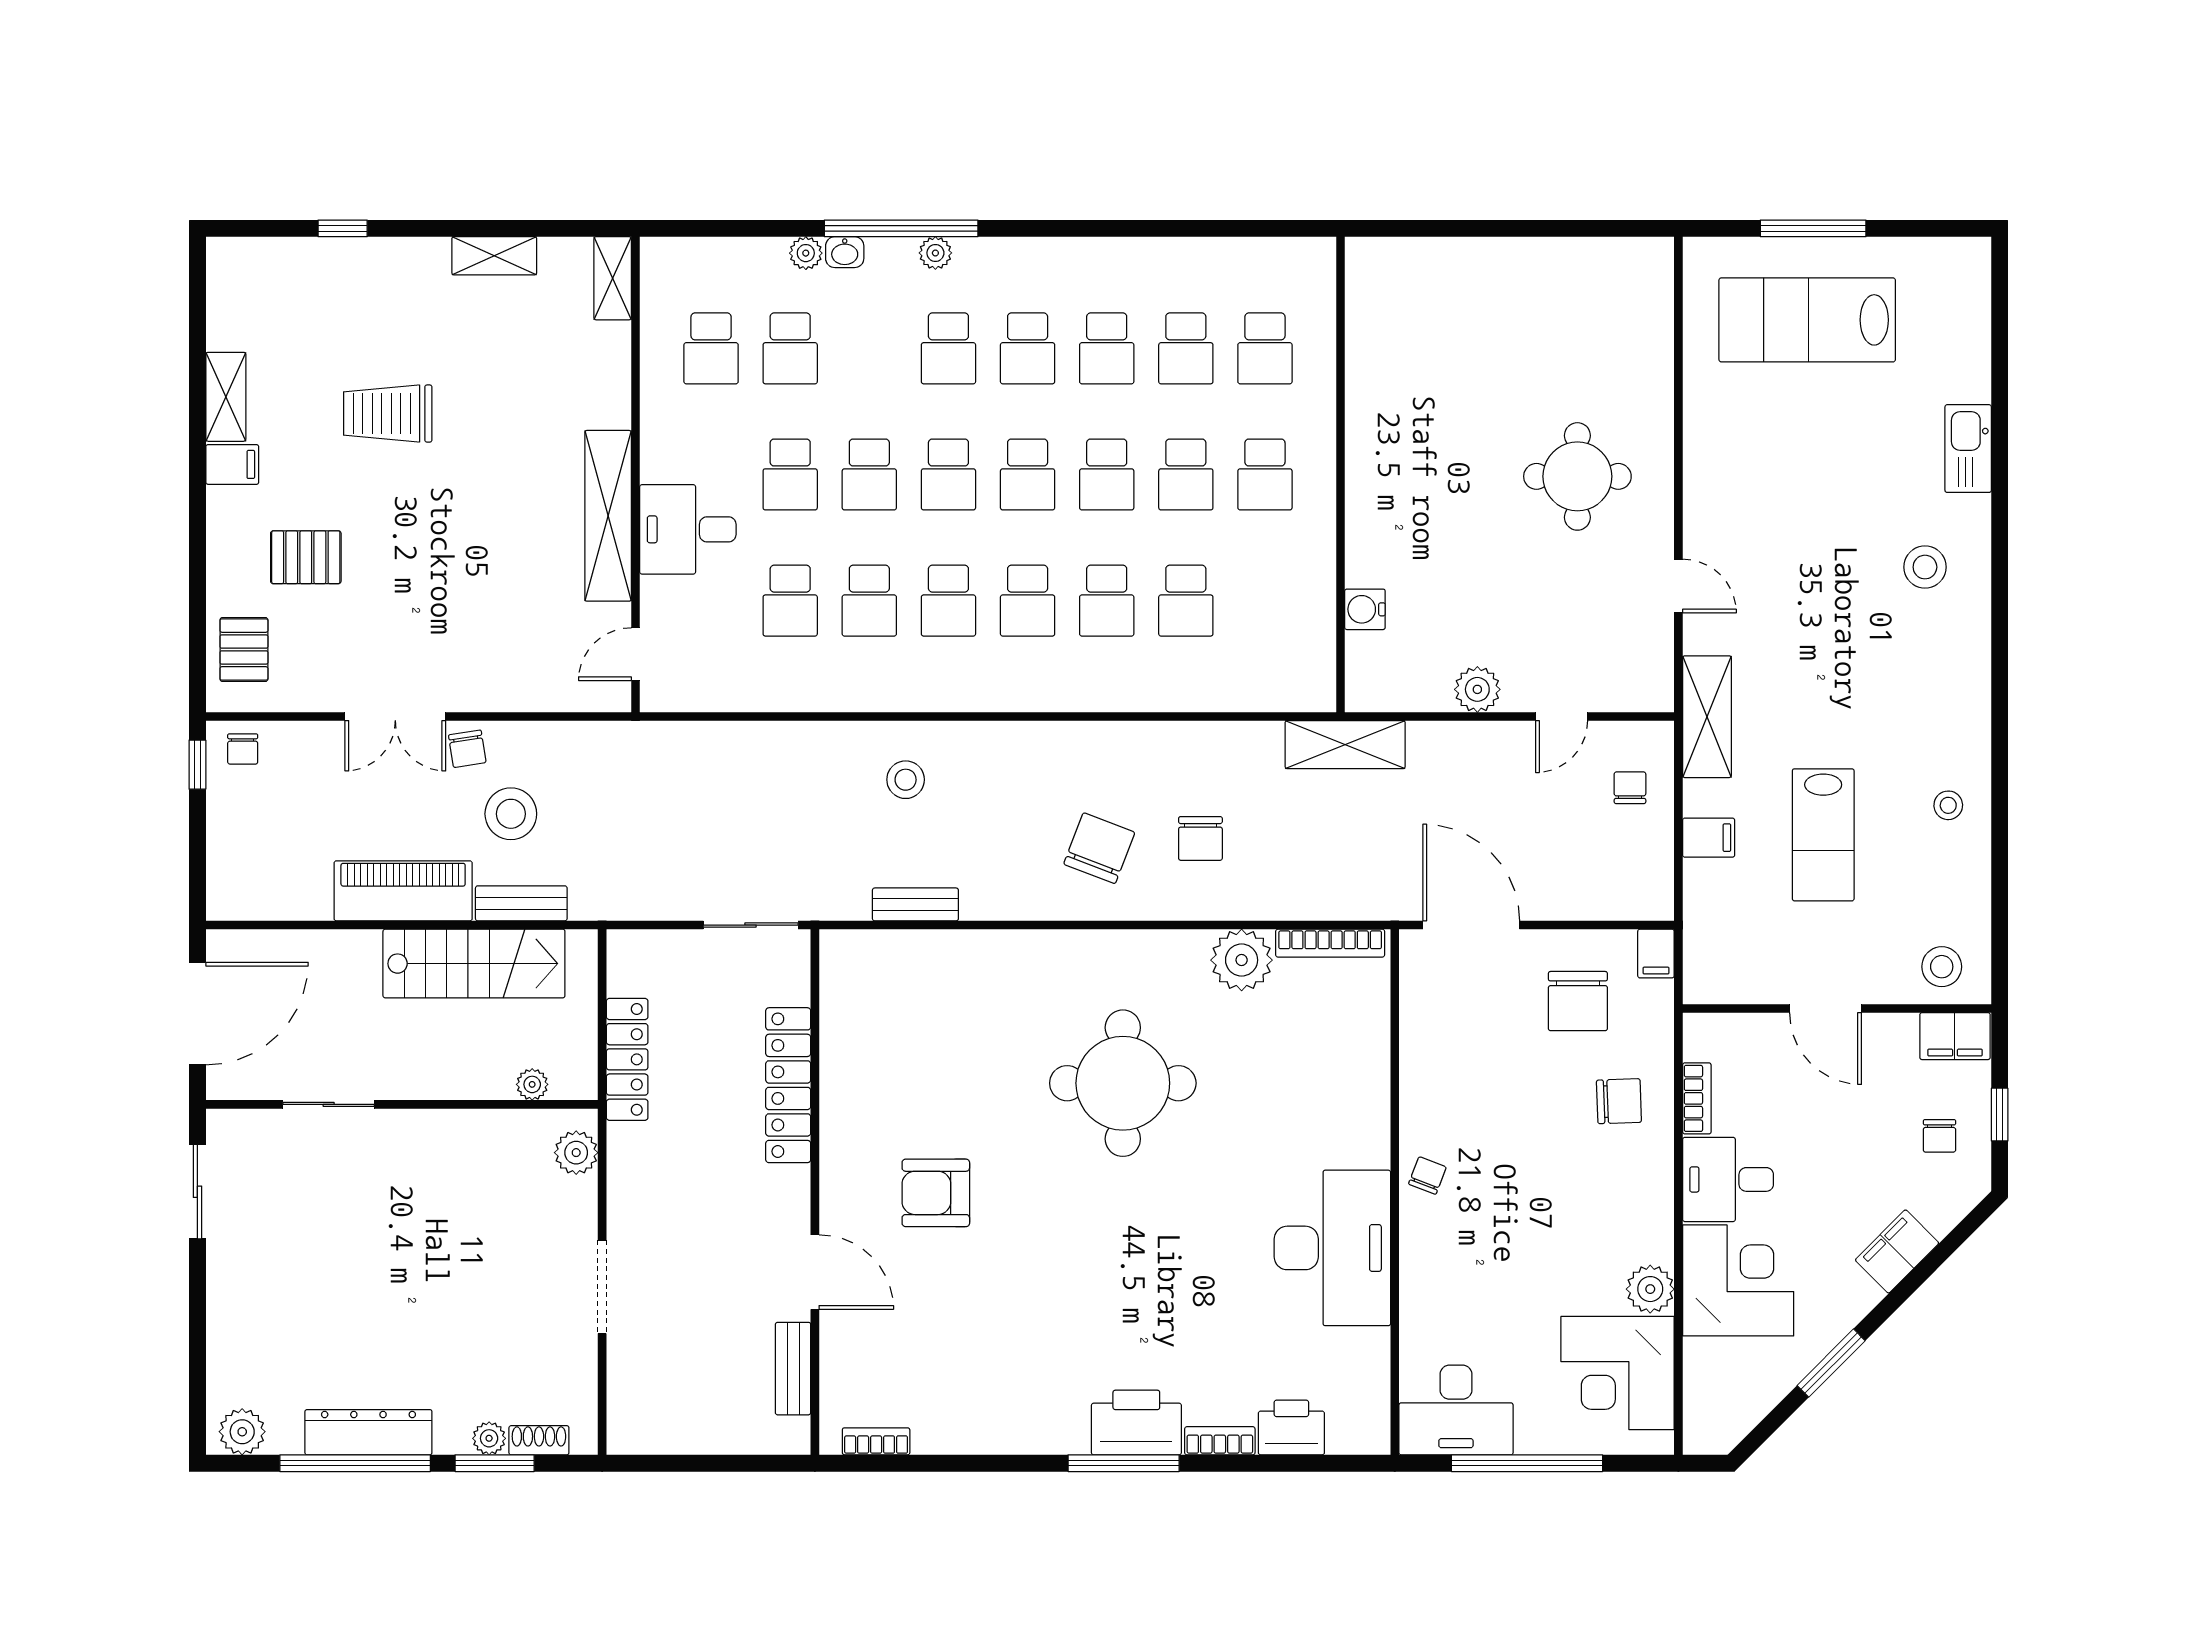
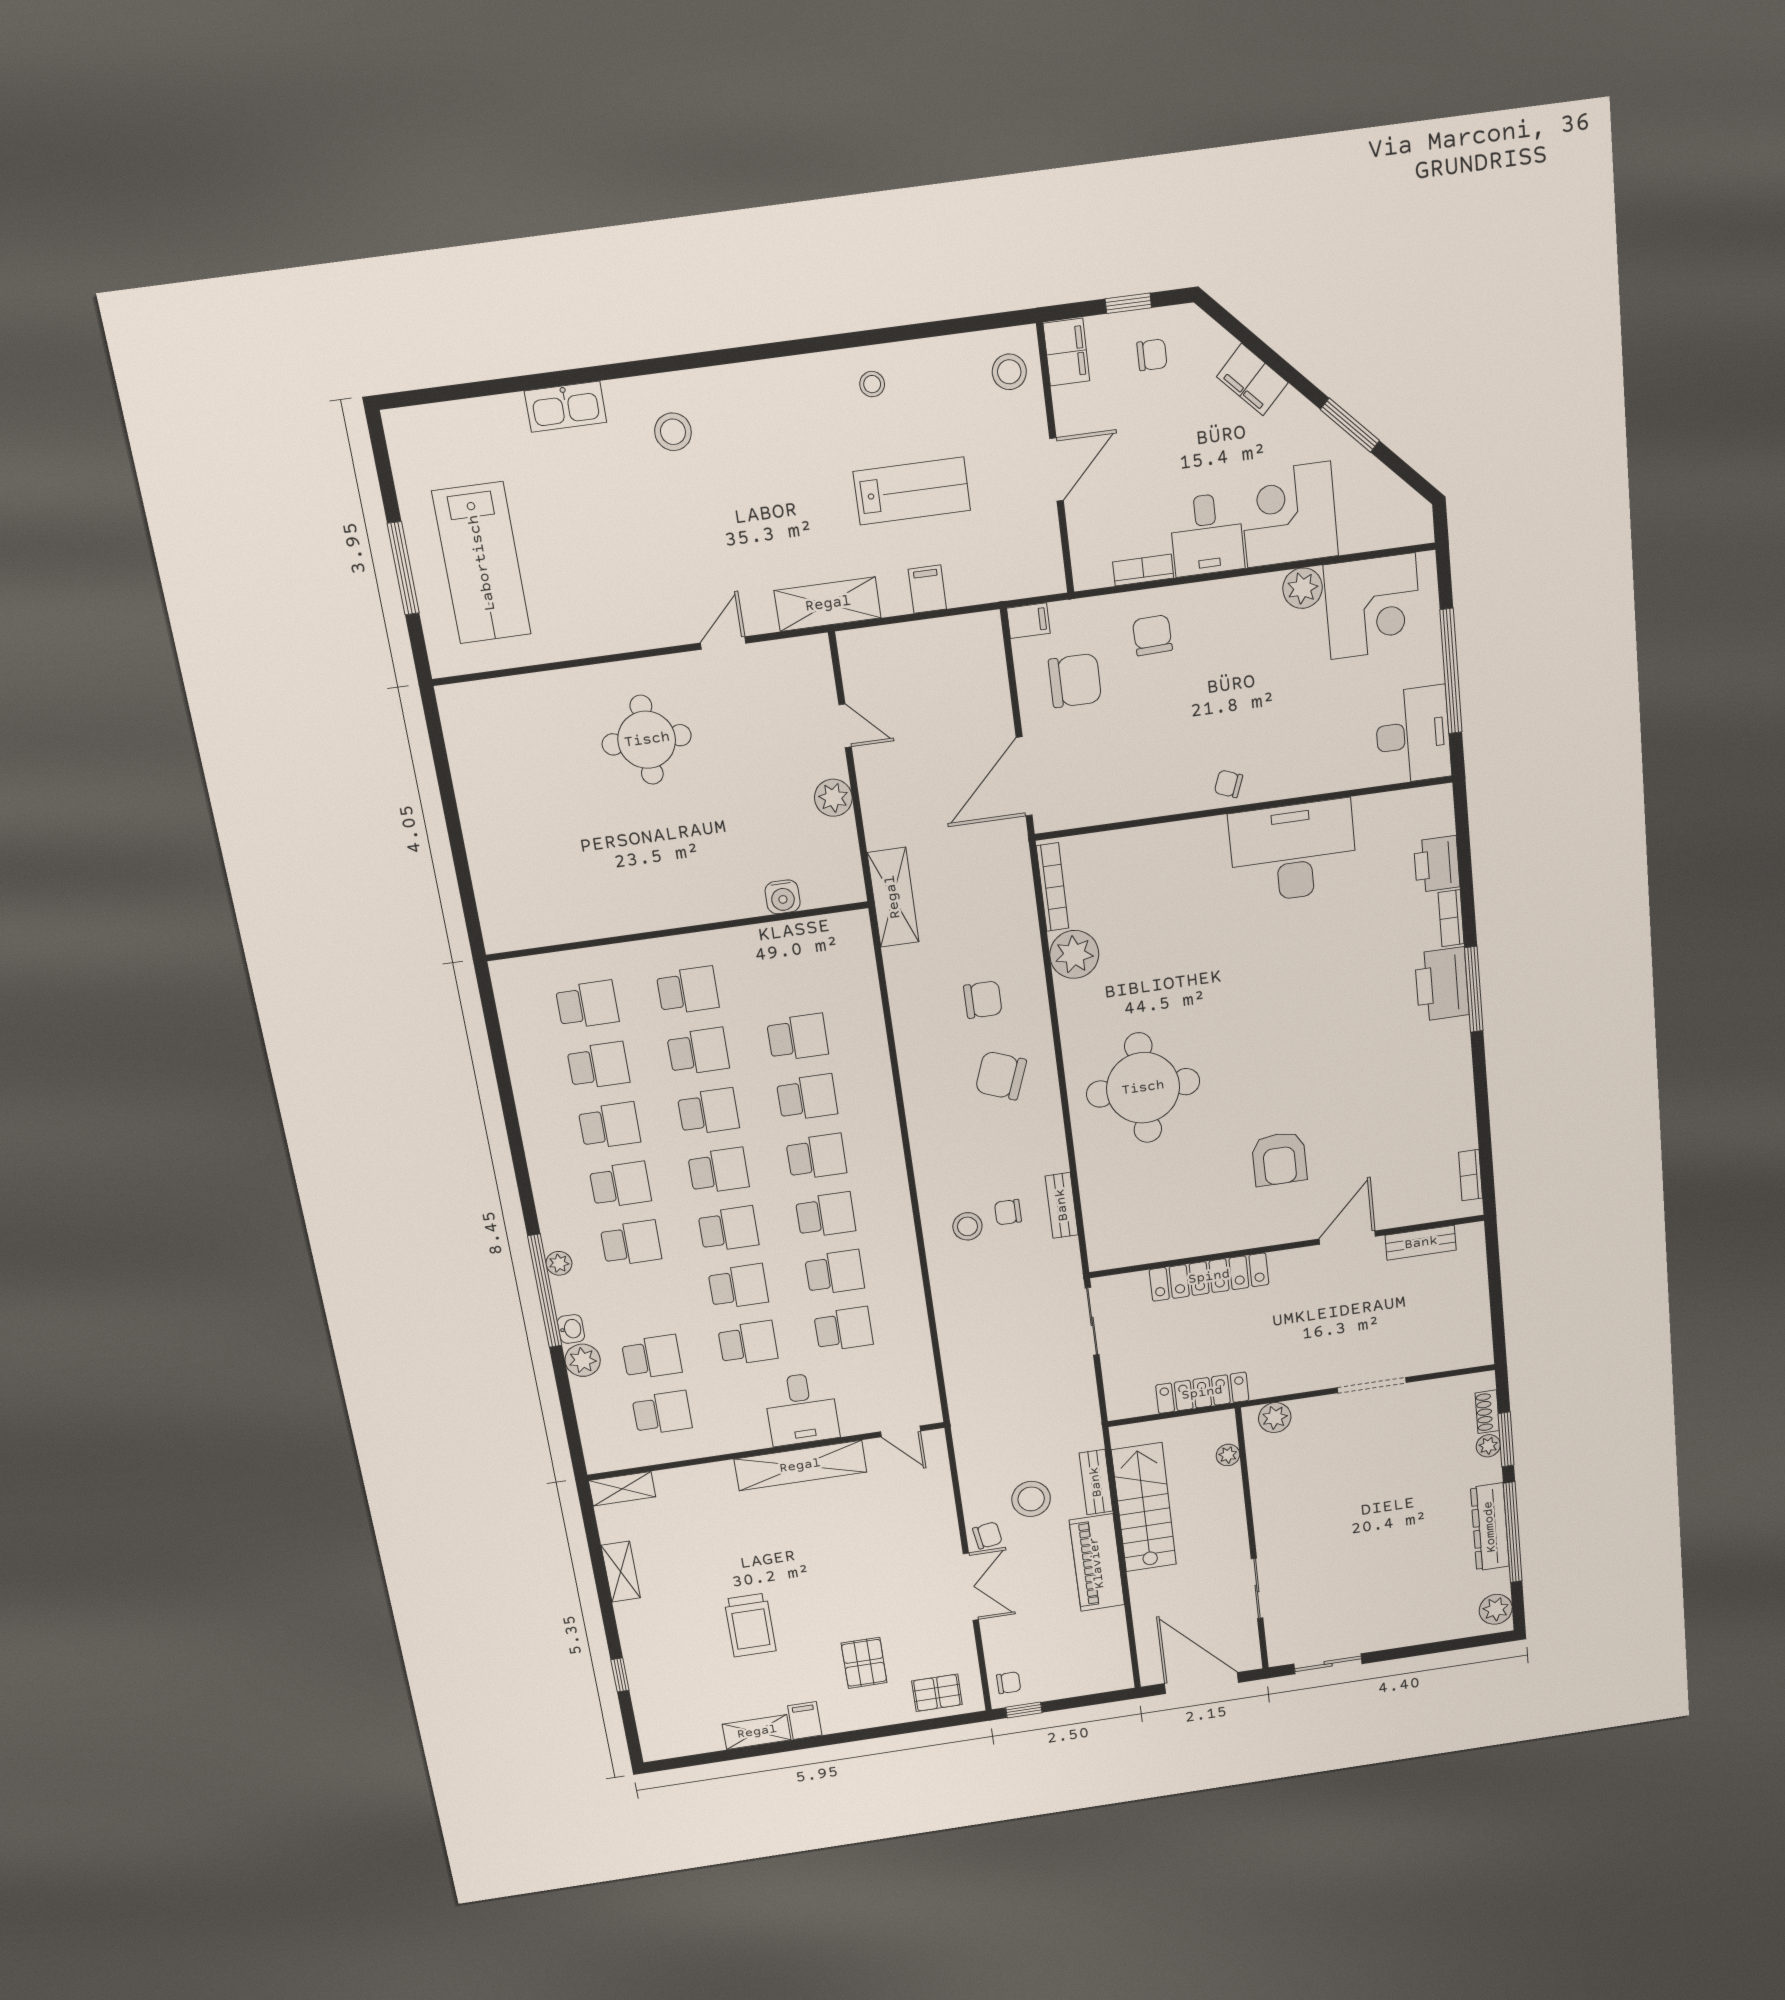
plant: (806, 253) -> (583, 1360), width x1.38, depth x1.38
chair: (1630, 788) -> (1008, 1212), moved
round table: (1123, 1083) -> (1143, 1088), moved

